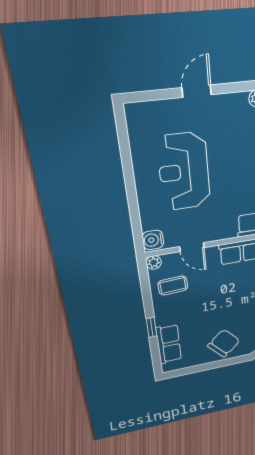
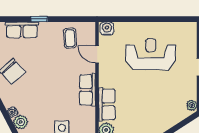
door: (192, 247) -> (97, 54), hinge flipped
plant: (154, 263) -> (90, 27), removed

